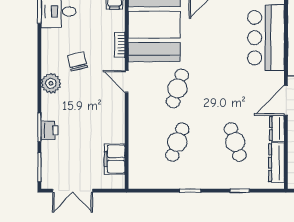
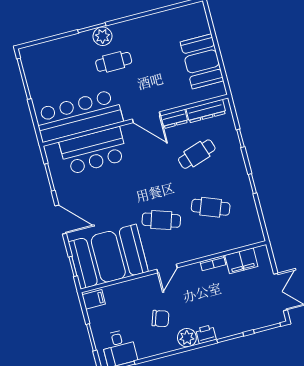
bookcase: (120, 45) -> (213, 263), moved
chair: (77, 61) -> (160, 319), turned -147
printer: (49, 130) -> (206, 334), moved

